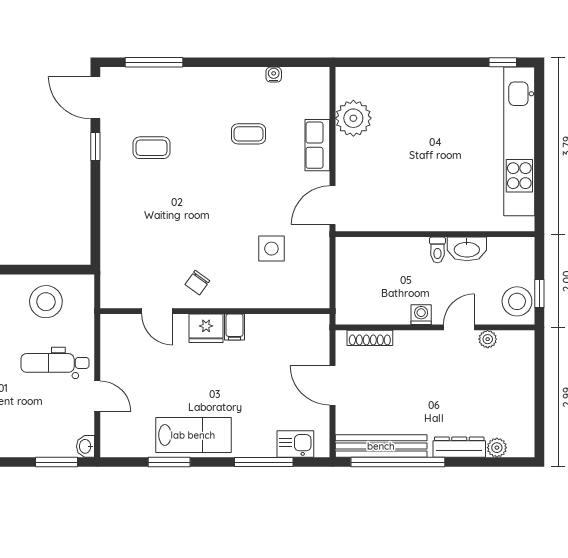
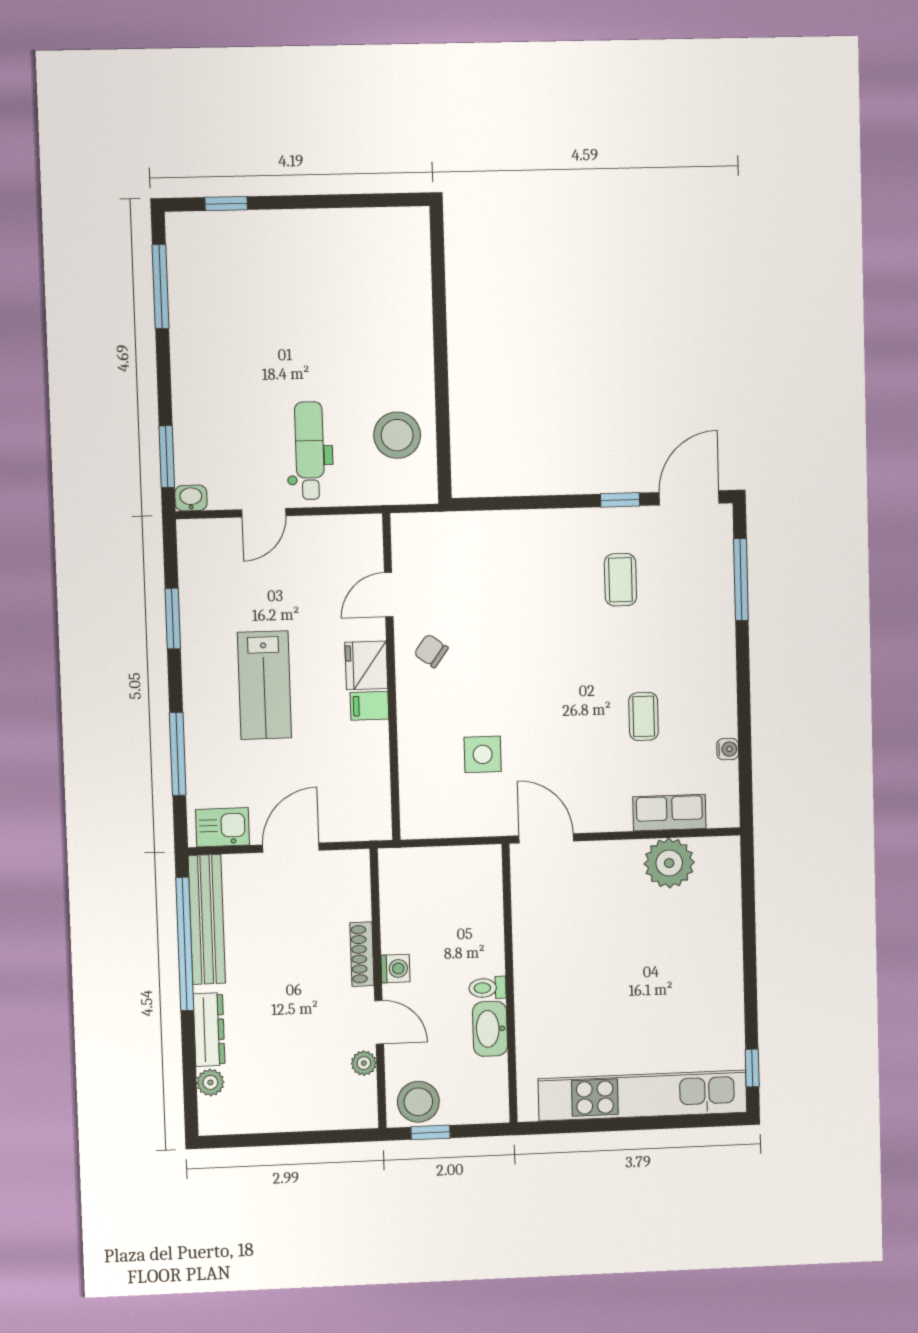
row of seats: (317, 145) -> (669, 813), moved
shoe rack: (370, 338) -> (362, 954), moved
lab bench: (193, 435) -> (264, 685), moved
kitchen sink: (295, 444) -> (223, 827), moved, turned -90

